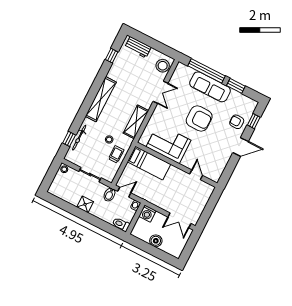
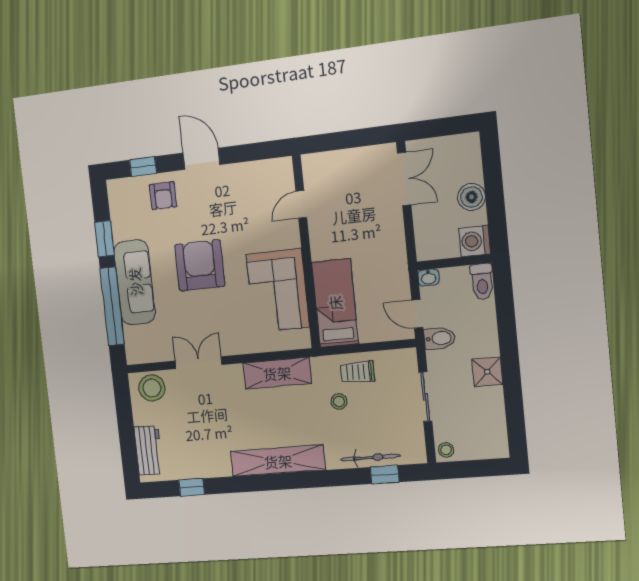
washing machine: (147, 214) -> (475, 241), moved, turned 180

